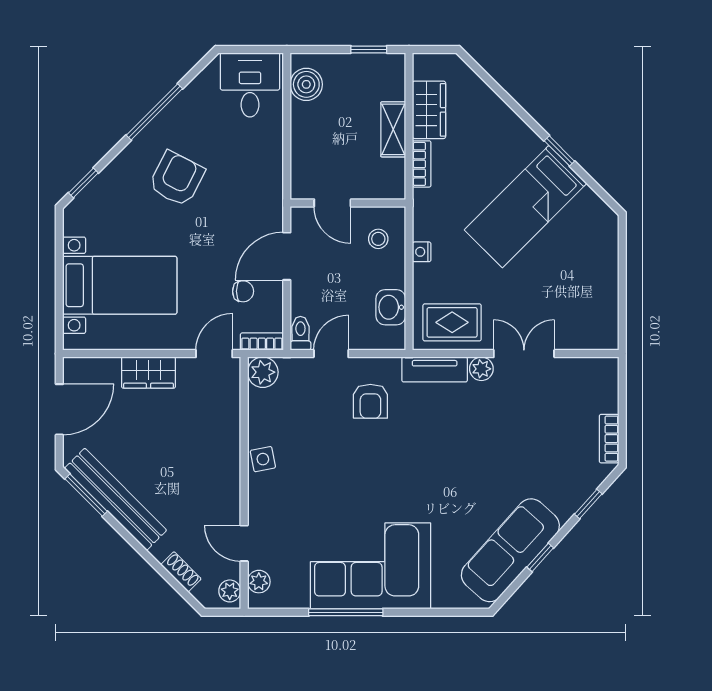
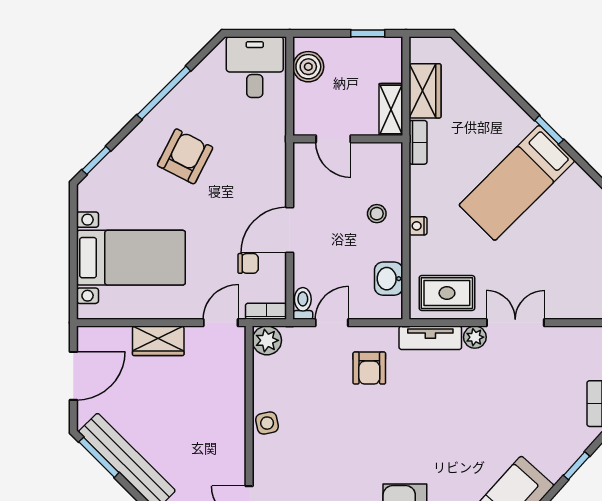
door: (332, 203) -> (333, 139), moved
wall: (348, 203) -> (348, 139), moved

